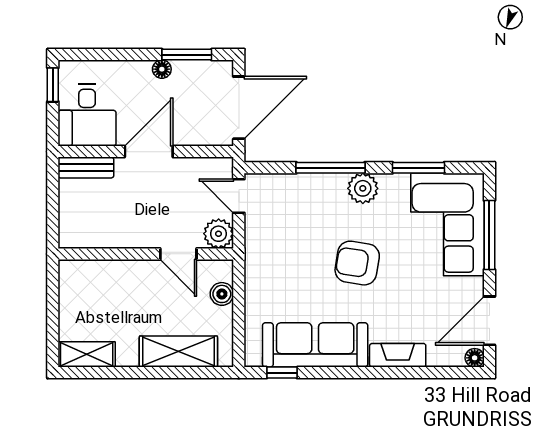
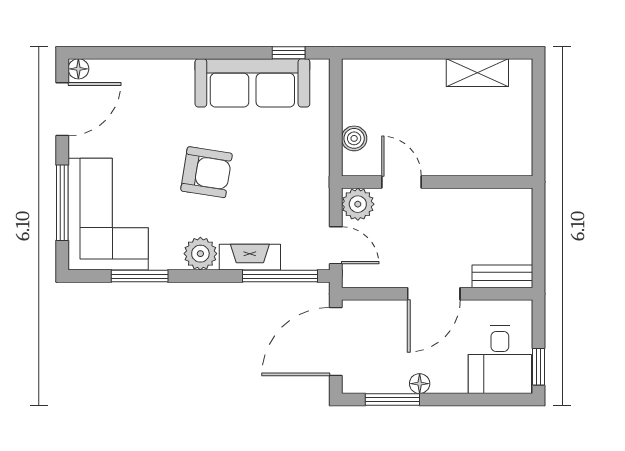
desk: (87, 115) -> (500, 360), moved, turned 180
window: (331, 168) -> (280, 276), moved
shelving: (178, 352) -> (401, 76), removed
shelving: (87, 354) -> (477, 73), moved
fireplace: (398, 355) -> (250, 257), moved, turned 180

